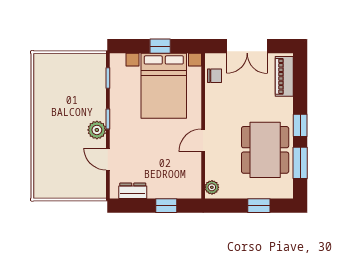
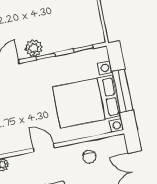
window: (160, 46) -> (122, 91), width x2.17
chair: (214, 76) -> (89, 157), moved

